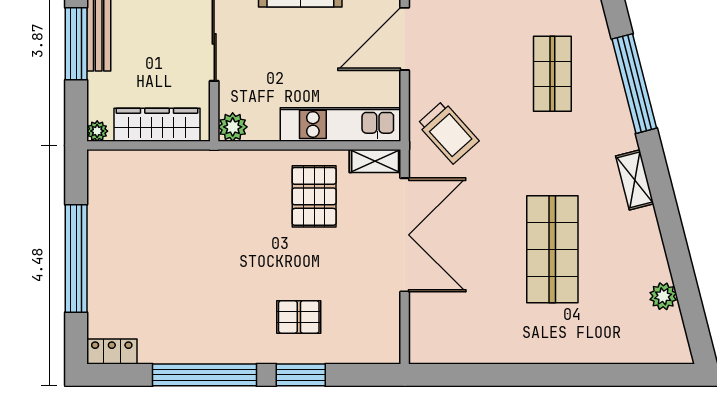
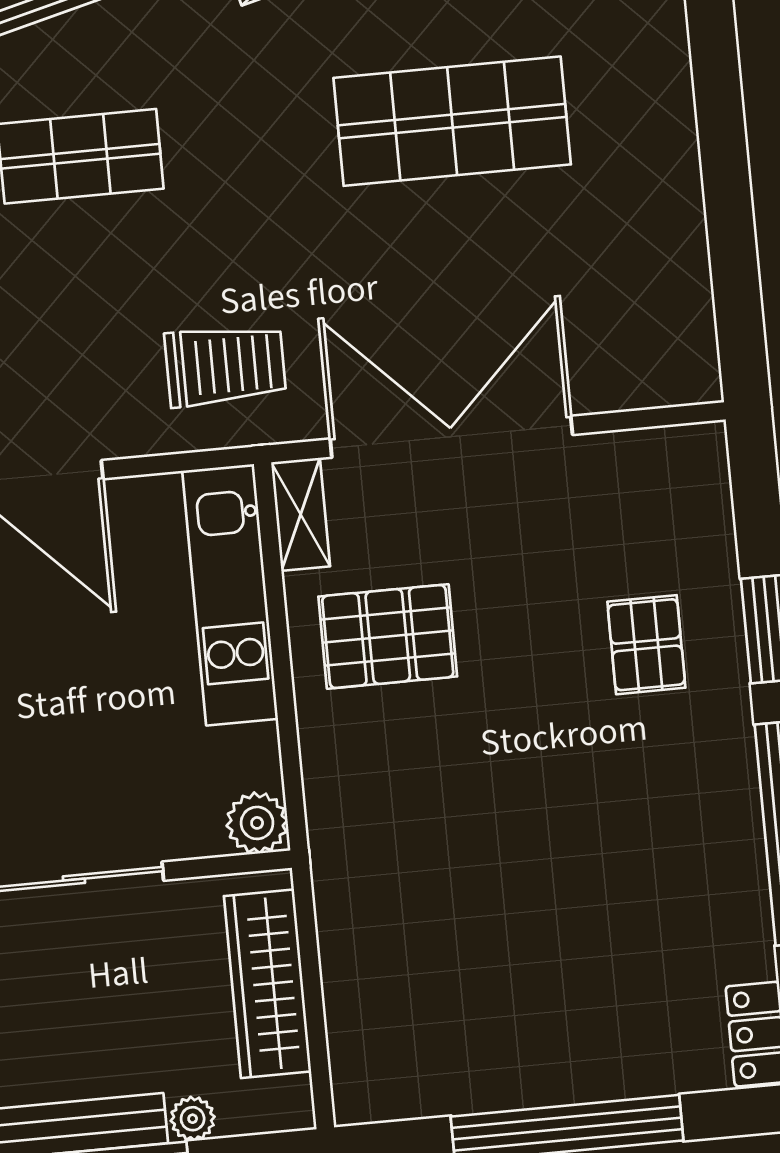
plant: (97, 131) -> (193, 1119), moved
trolley: (448, 132) -> (225, 365), turned 42

